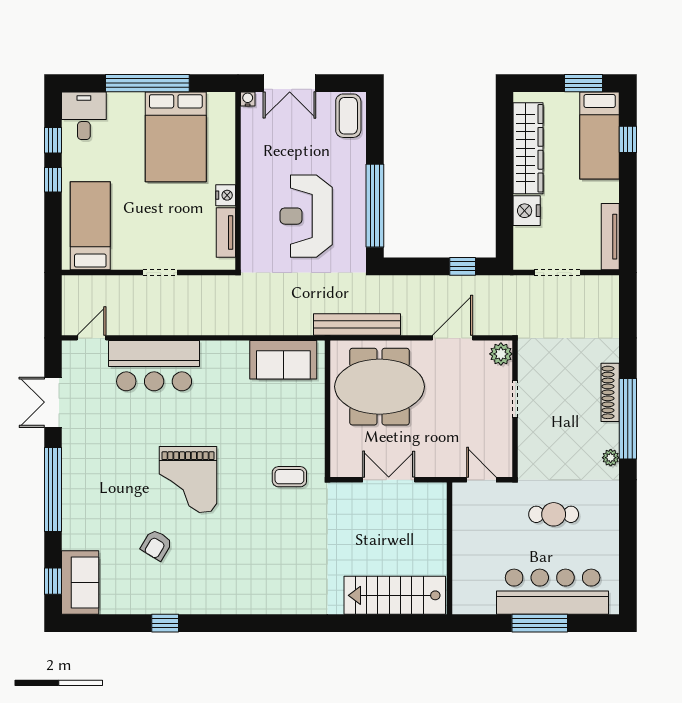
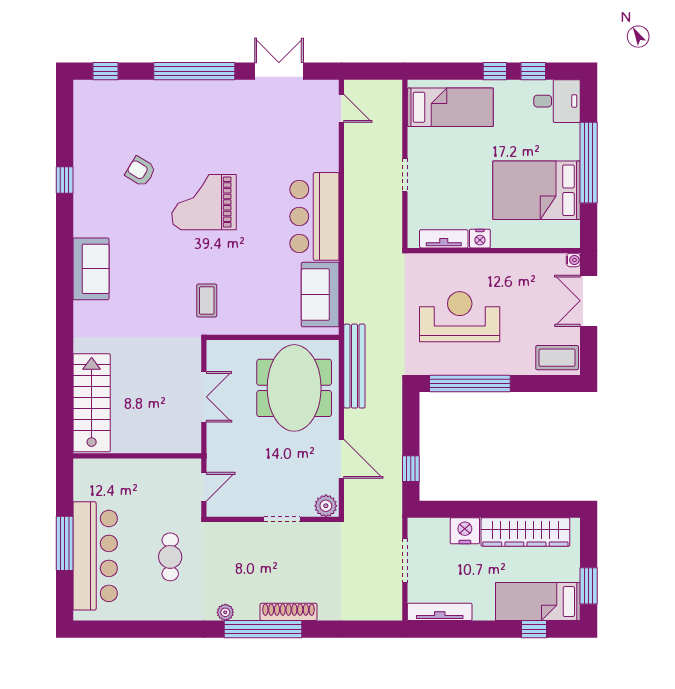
bar counter: (154, 366) -> (314, 216), moved
sofa: (80, 583) -> (91, 269), moved, turned -90

